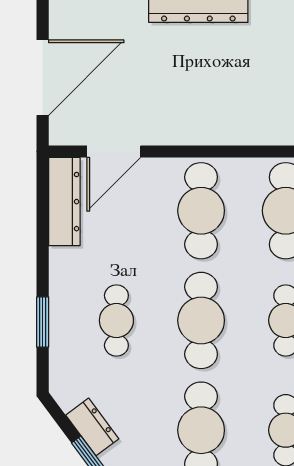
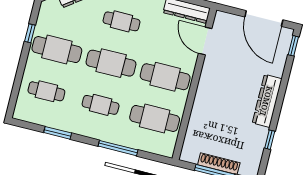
door: (43, 78) -> (264, 18), moved

